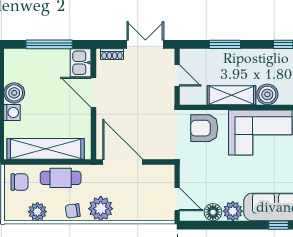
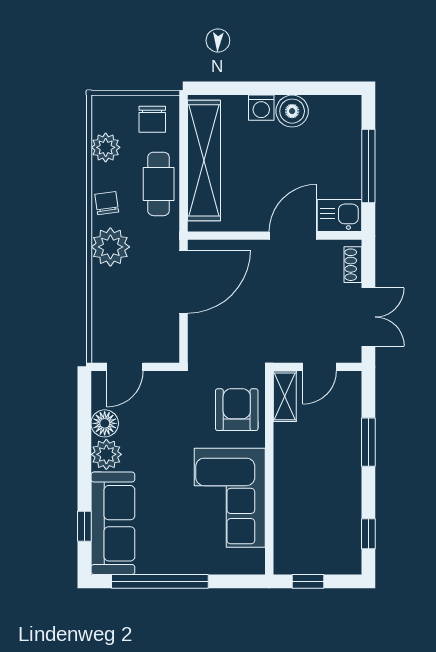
boiler: (267, 94) -> (290, 509), removed
shelving: (231, 95) -> (285, 396), moved, width x0.67, depth x0.75

